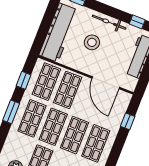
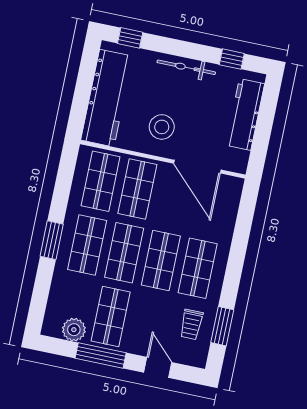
stool: (92, 42) -> (162, 127), moved
window: (24, 80) -> (63, 185), removed
window: (128, 121) -> (244, 224), removed

